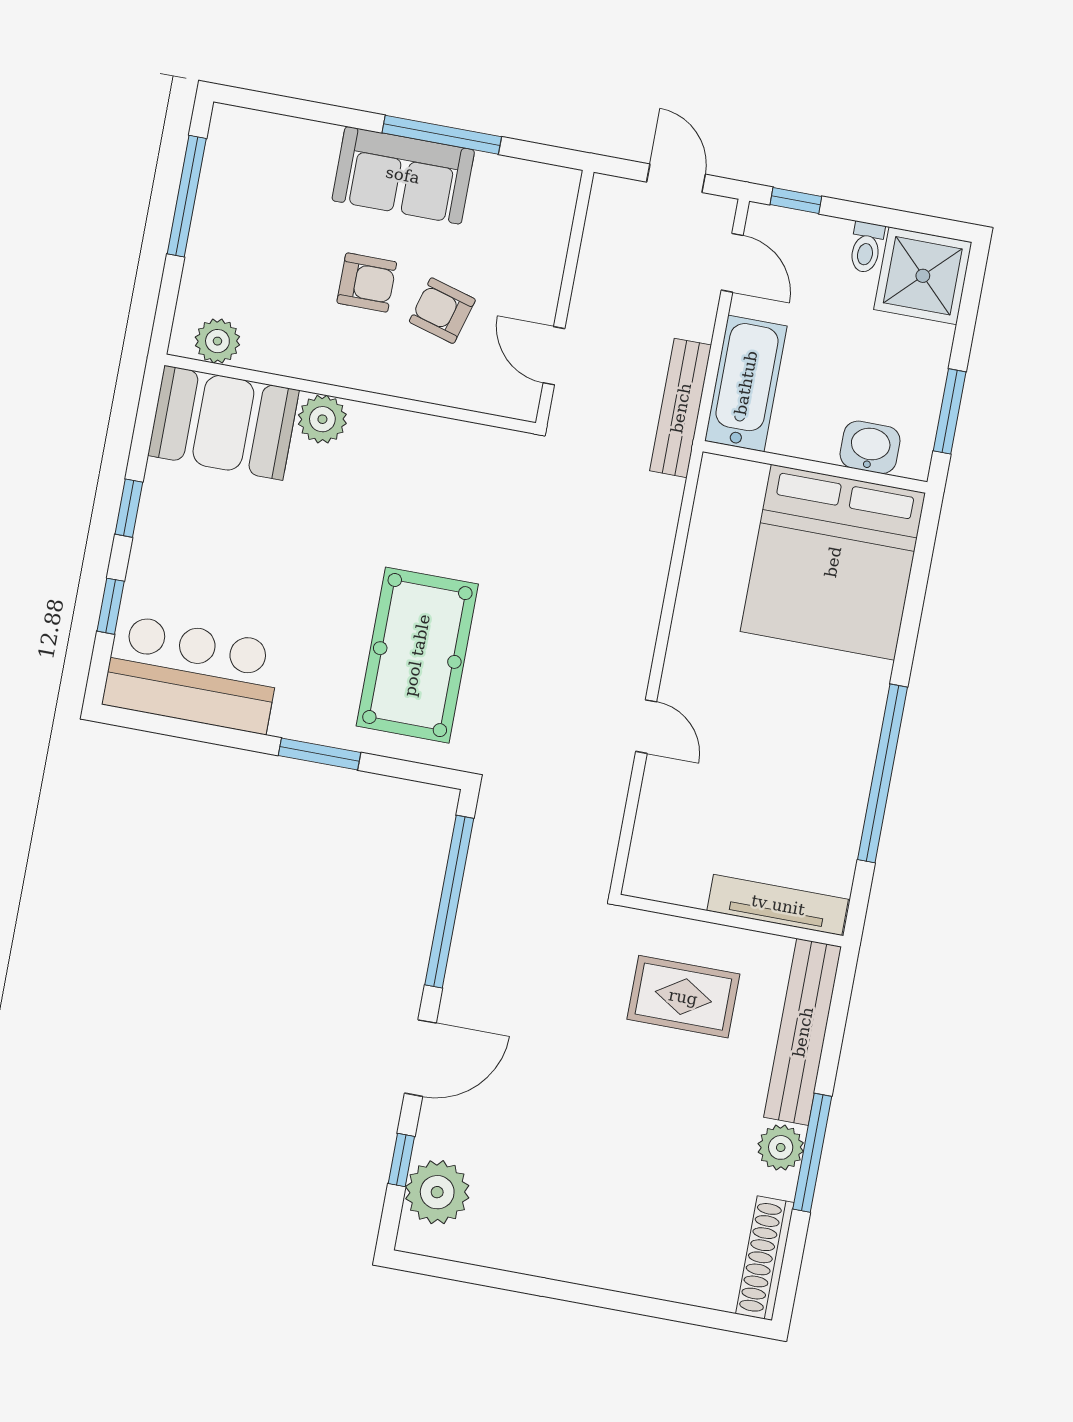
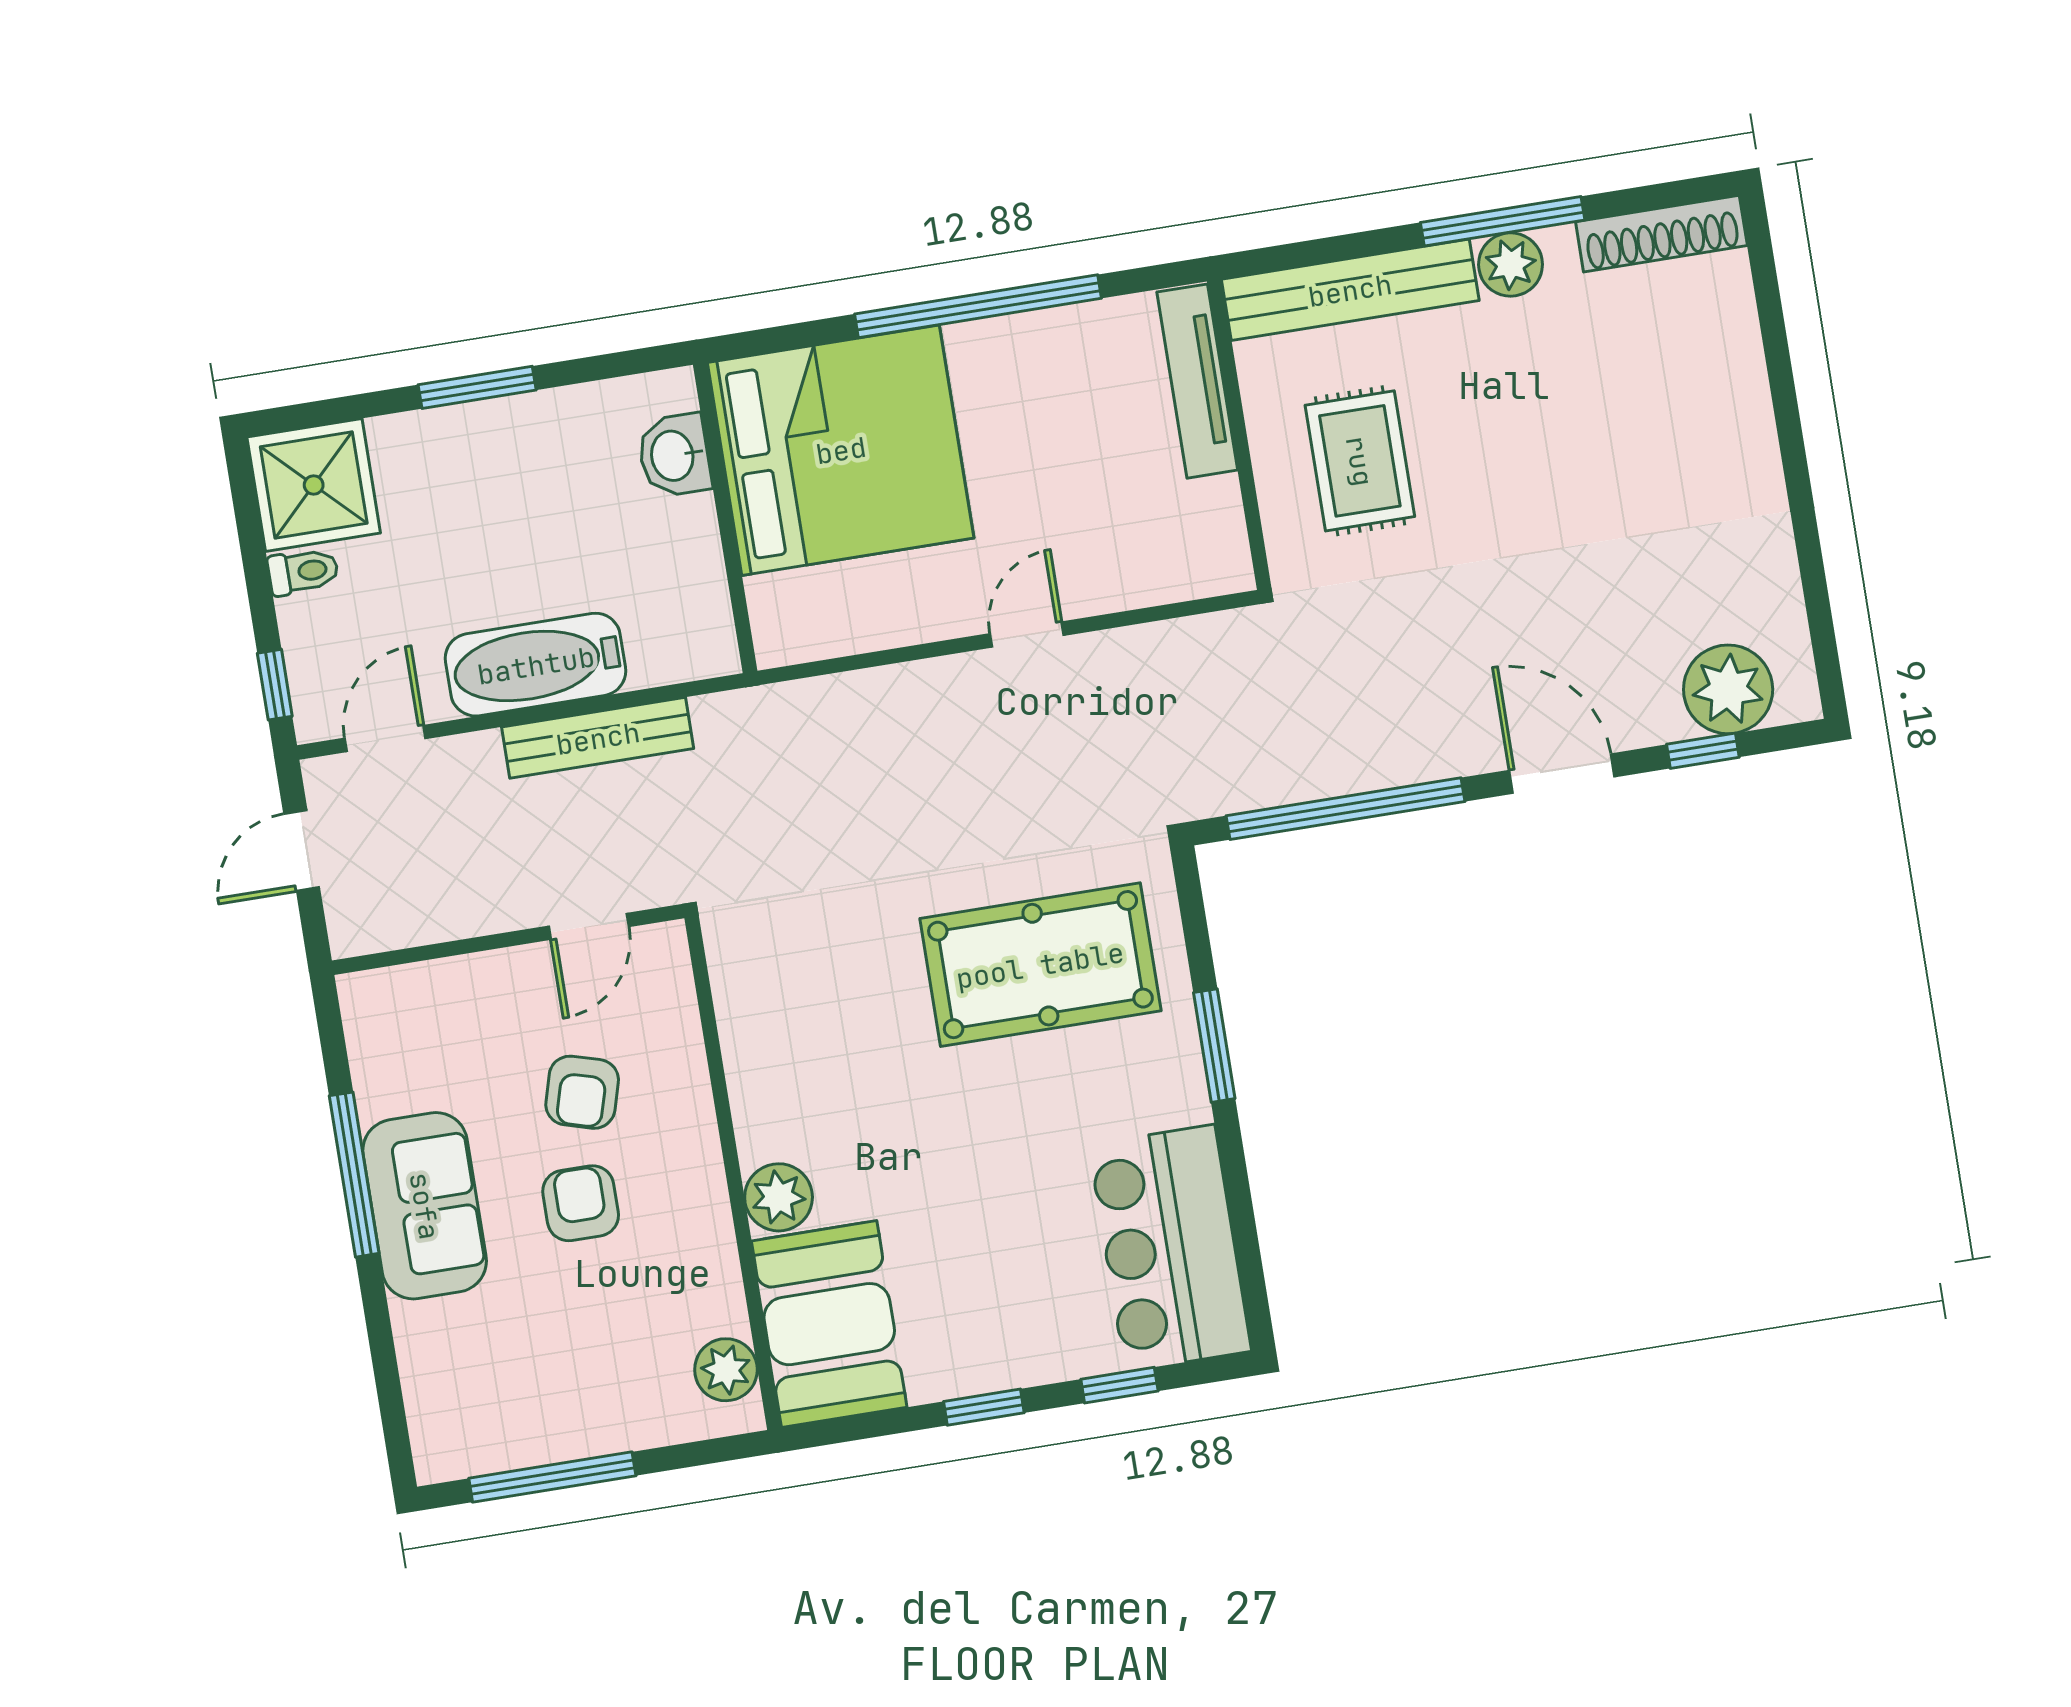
washbasin: (870, 447) -> (674, 455), moved
wall: (815, 467) -> (725, 518), moved
bed: (833, 562) -> (841, 450), moved

